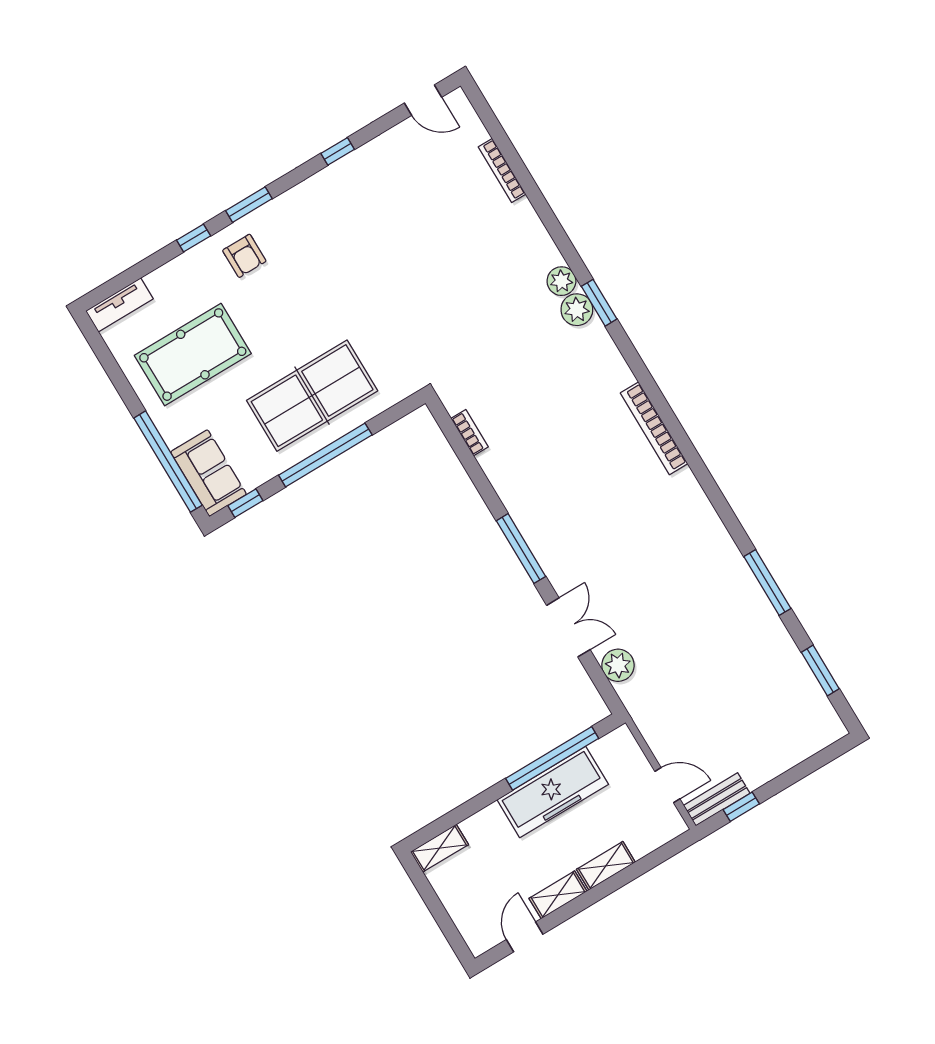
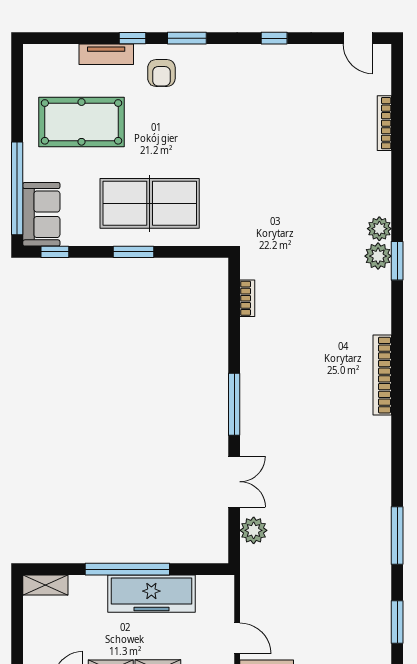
tv unit: (119, 305) -> (106, 54), moved
window: (325, 455) -> (134, 252), width x0.47
window: (552, 758) -> (127, 569), moved

